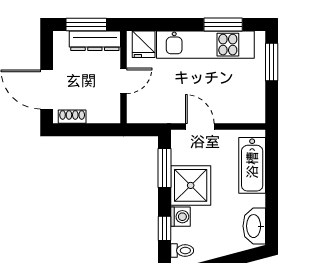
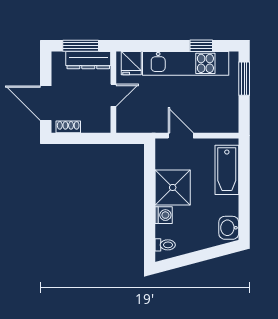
window: (223, 25) -> (201, 46), width x0.67
window: (164, 168) -> (150, 172), removed
washbasin: (254, 226) -> (229, 228), width x0.72
window: (164, 228) -> (150, 225), removed

